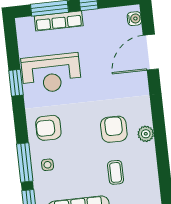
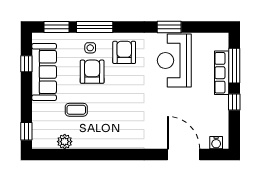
armchair: (114, 129) -> (92, 72), moved, turned -90
plant: (146, 134) -> (65, 142), moved

